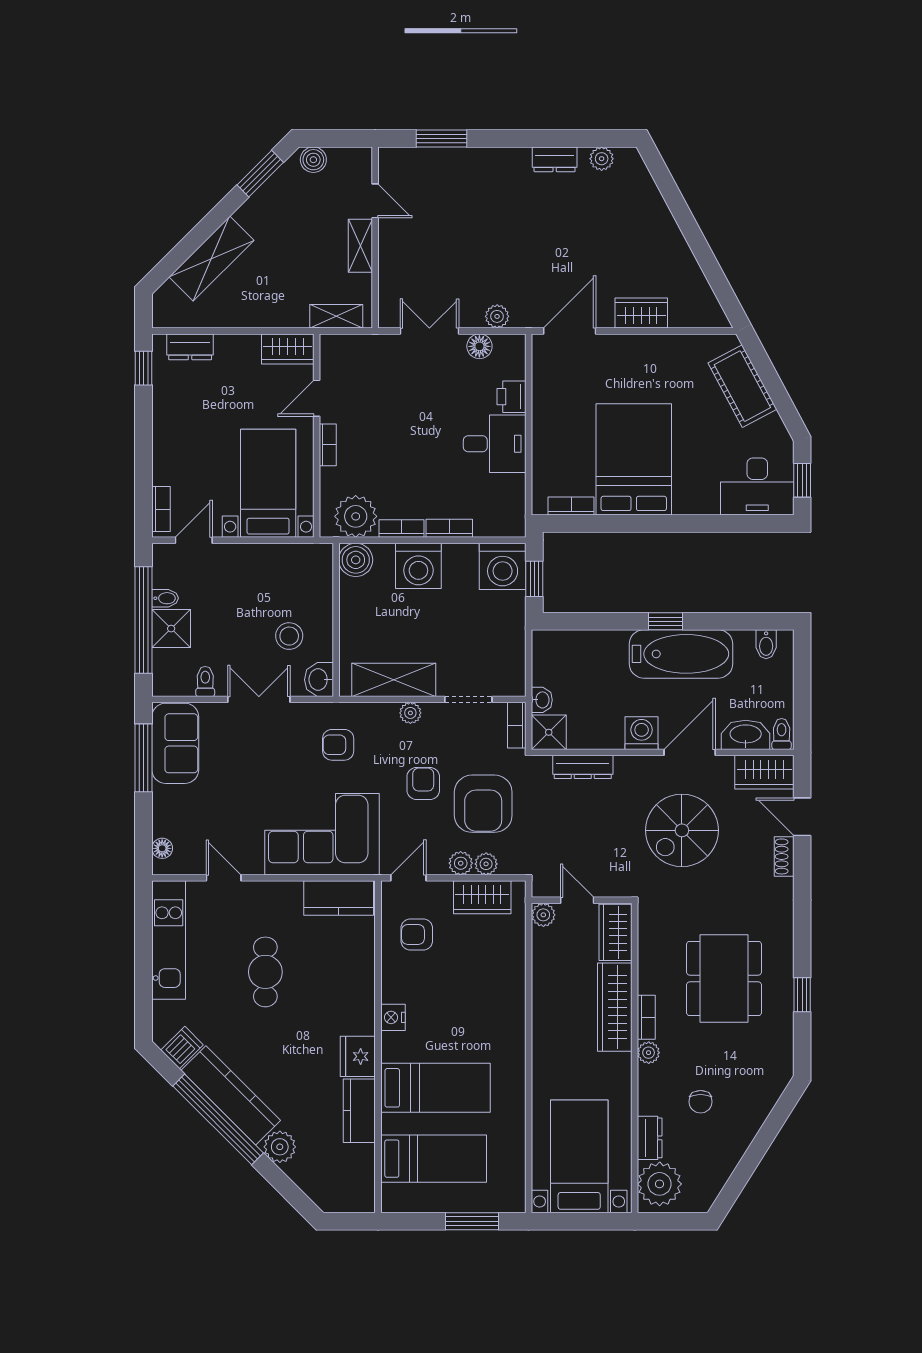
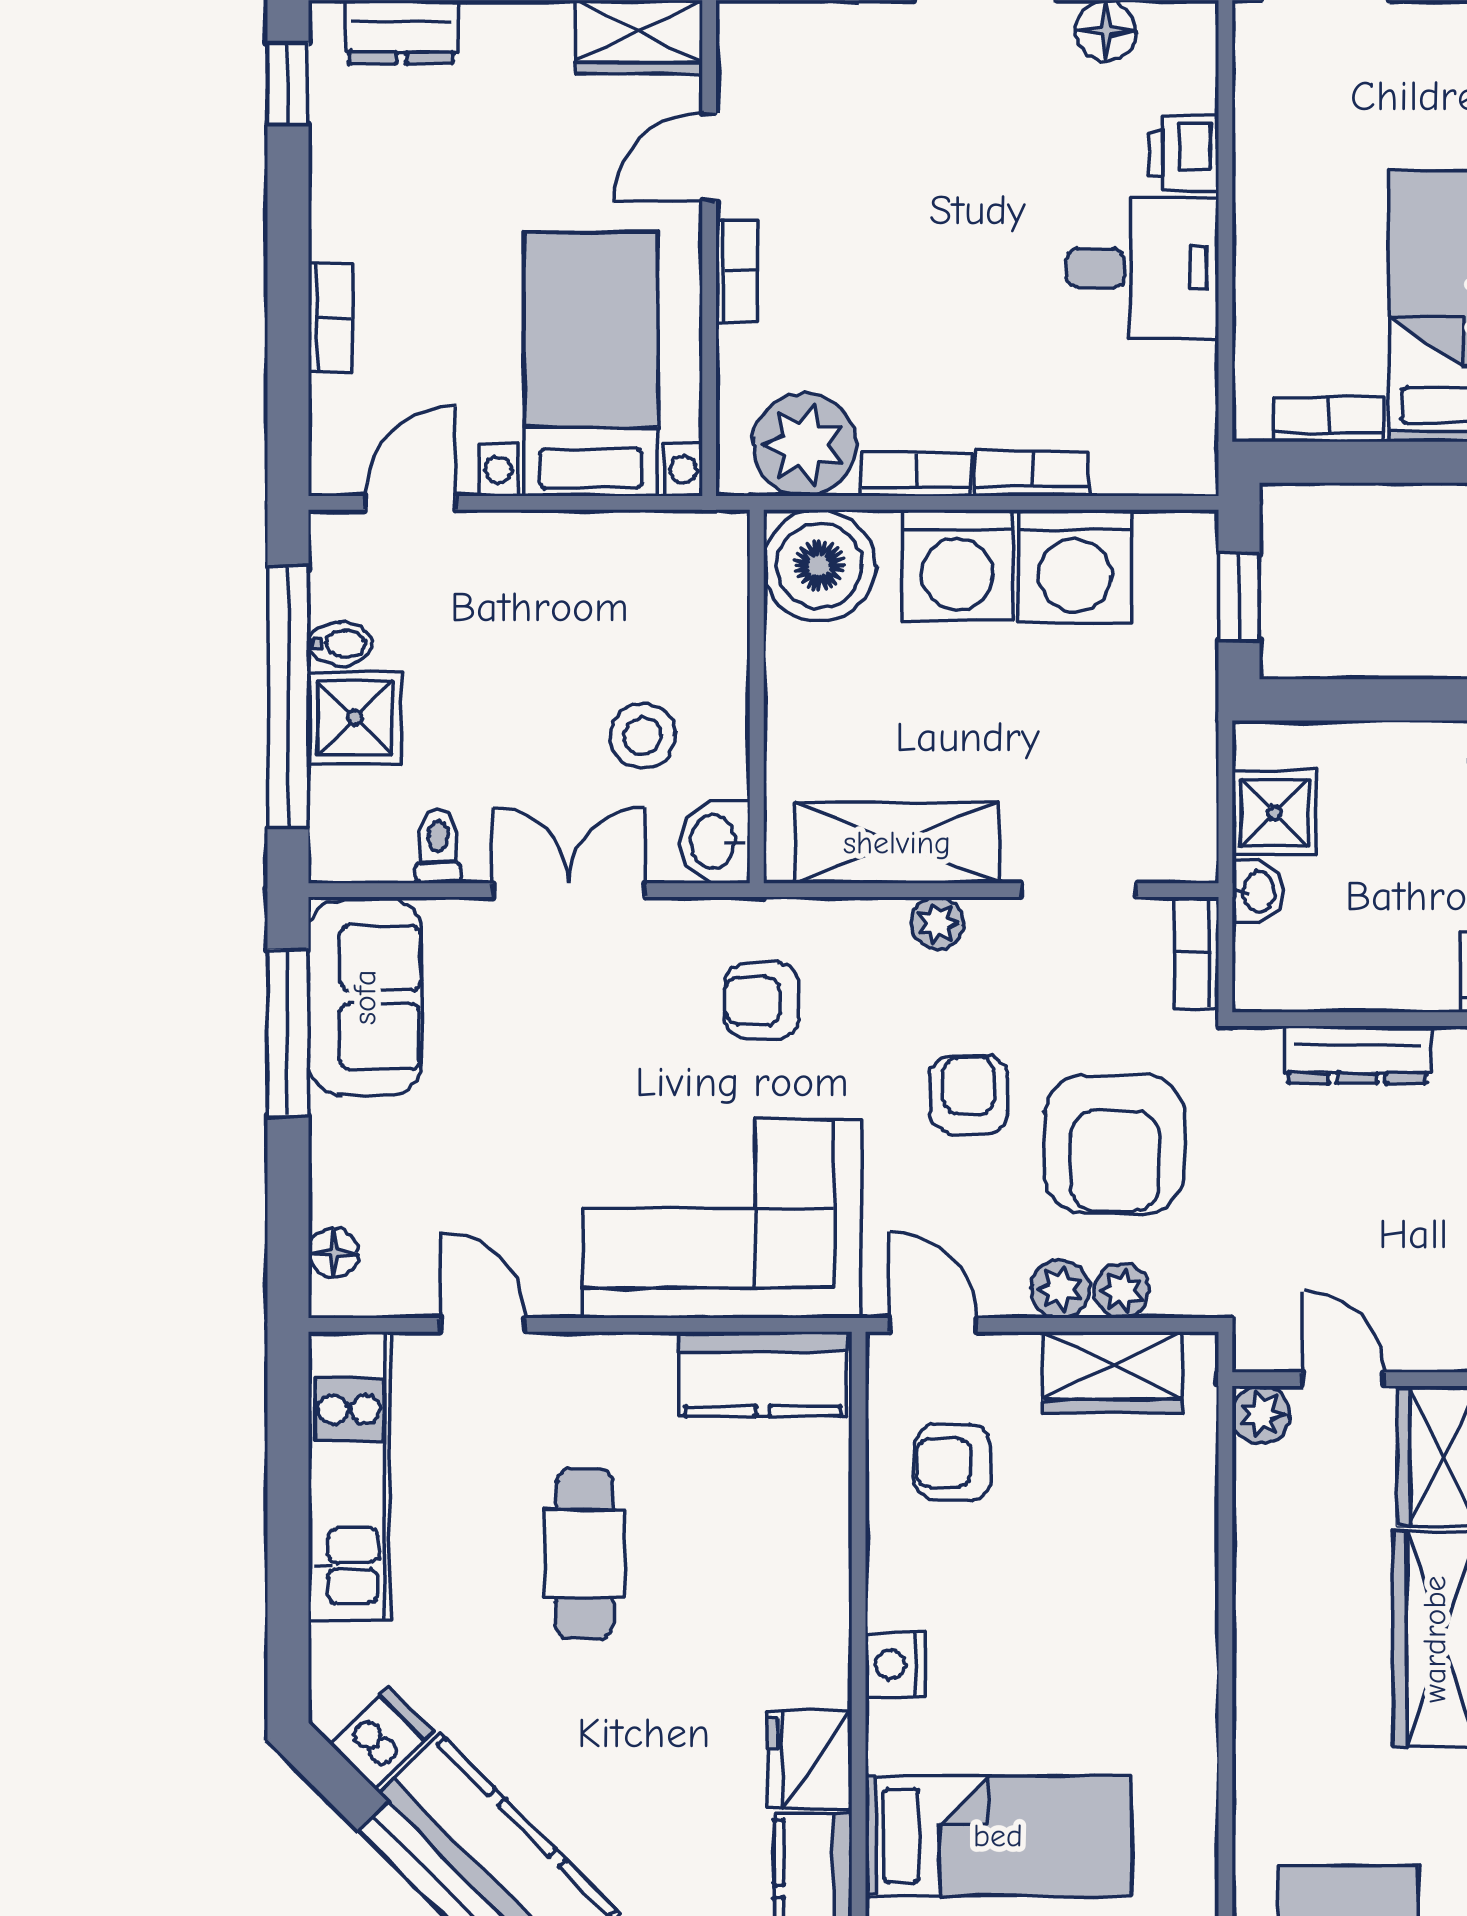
bookcase: (161, 509) -> (330, 318), moved
boiler: (356, 560) -> (819, 566), width x1.37, depth x1.37
washing machine: (503, 566) -> (1075, 566), moved
shower: (549, 732) -> (1274, 813), moved
door: (408, 878) -> (933, 1325), hinge flipped

